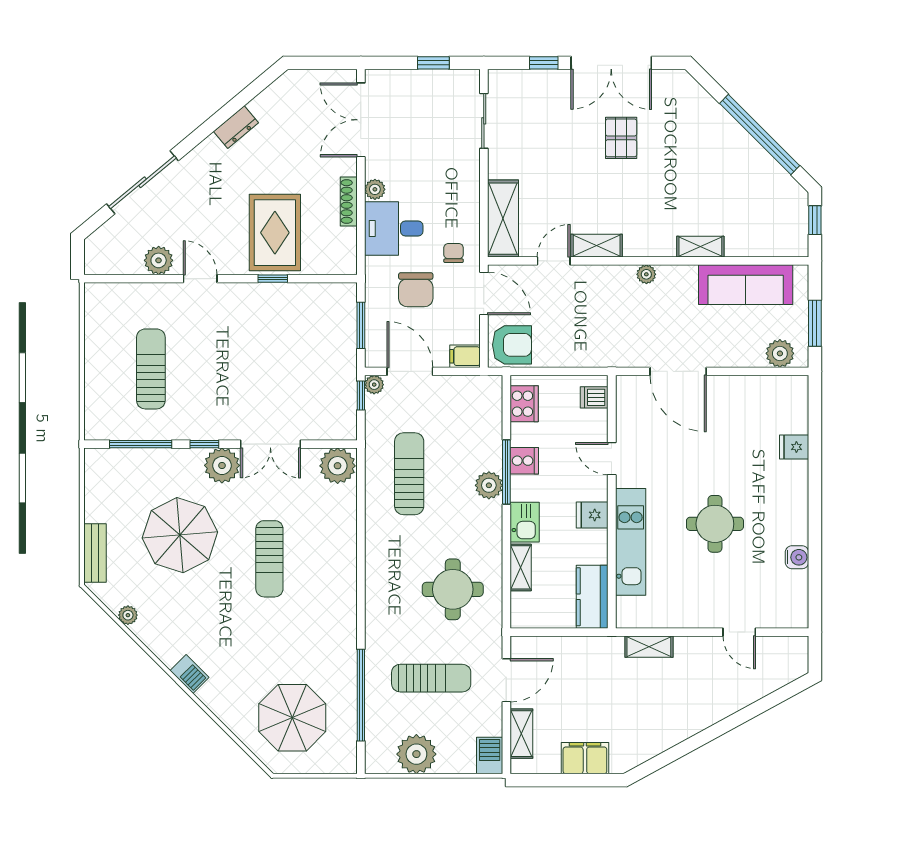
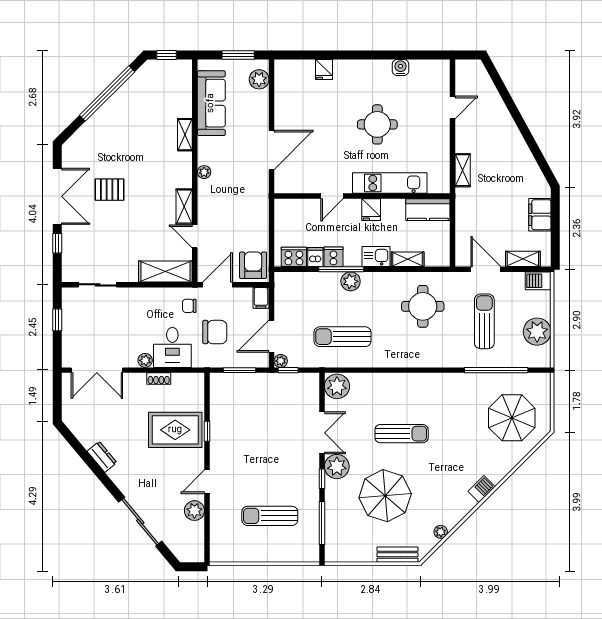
shoe rack: (349, 201) -> (159, 379), width x0.70
dishwasher: (594, 397) -> (315, 257), moved, turned 180

